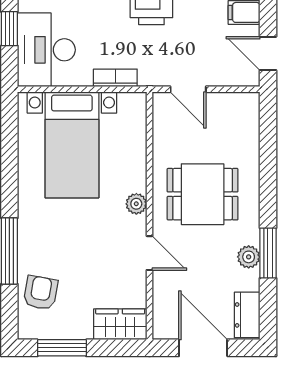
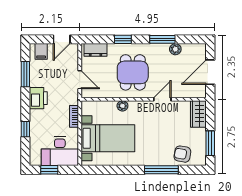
door: (188, 89) -> (80, 80), hinge flipped
window: (268, 175) -> (123, 39), added
plant: (136, 204) -> (122, 106), moved
plant: (249, 257) -> (175, 49), moved
dresser: (247, 315) -> (96, 50), moved

